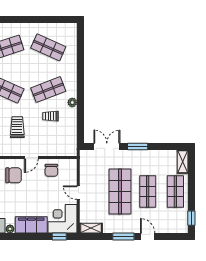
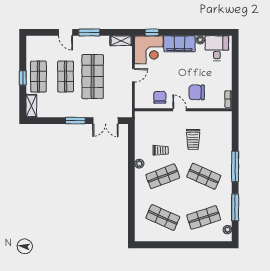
door: (31, 158) -> (180, 110), hinge flipped
door: (78, 193) -> (133, 75), hinge flipped
window: (191, 218) -> (23, 78), moved

